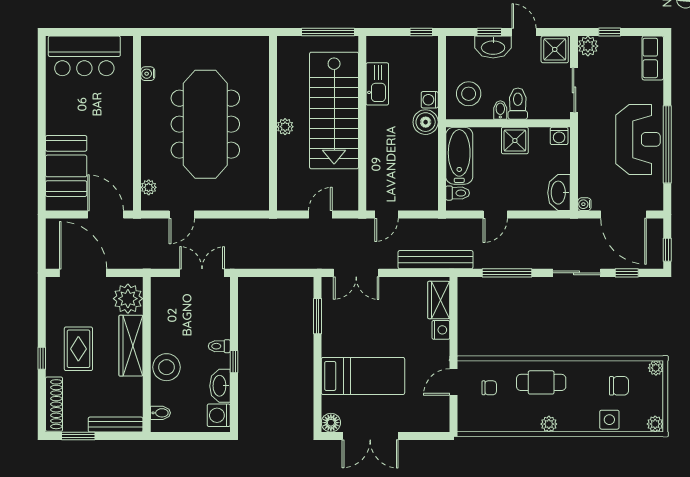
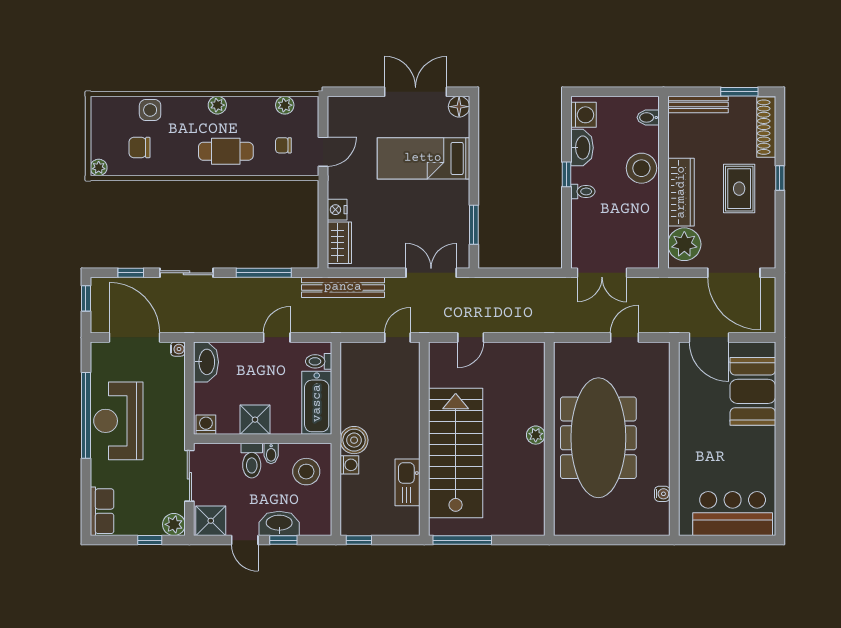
wall: (273, 123) -> (549, 439), moved
plant: (285, 127) -> (536, 435), moved
plant: (149, 187) -> (661, 368), removed
plant: (655, 424) -> (285, 105), moved

